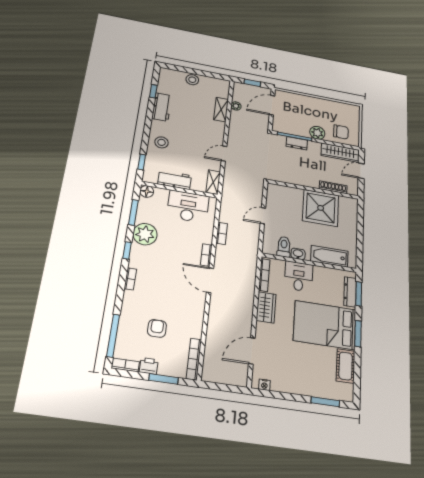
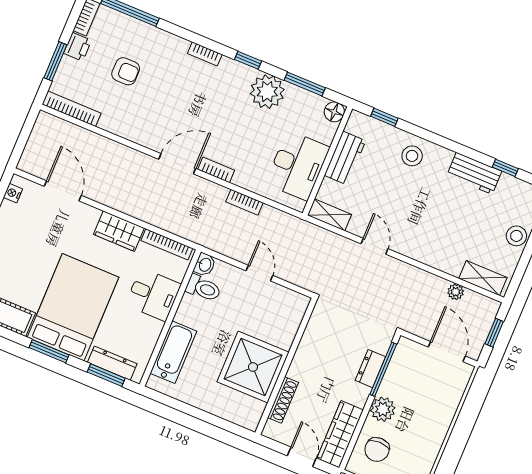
shelving: (221, 110) -> (483, 278), moved
washbasin: (298, 254) -> (205, 265), moved

